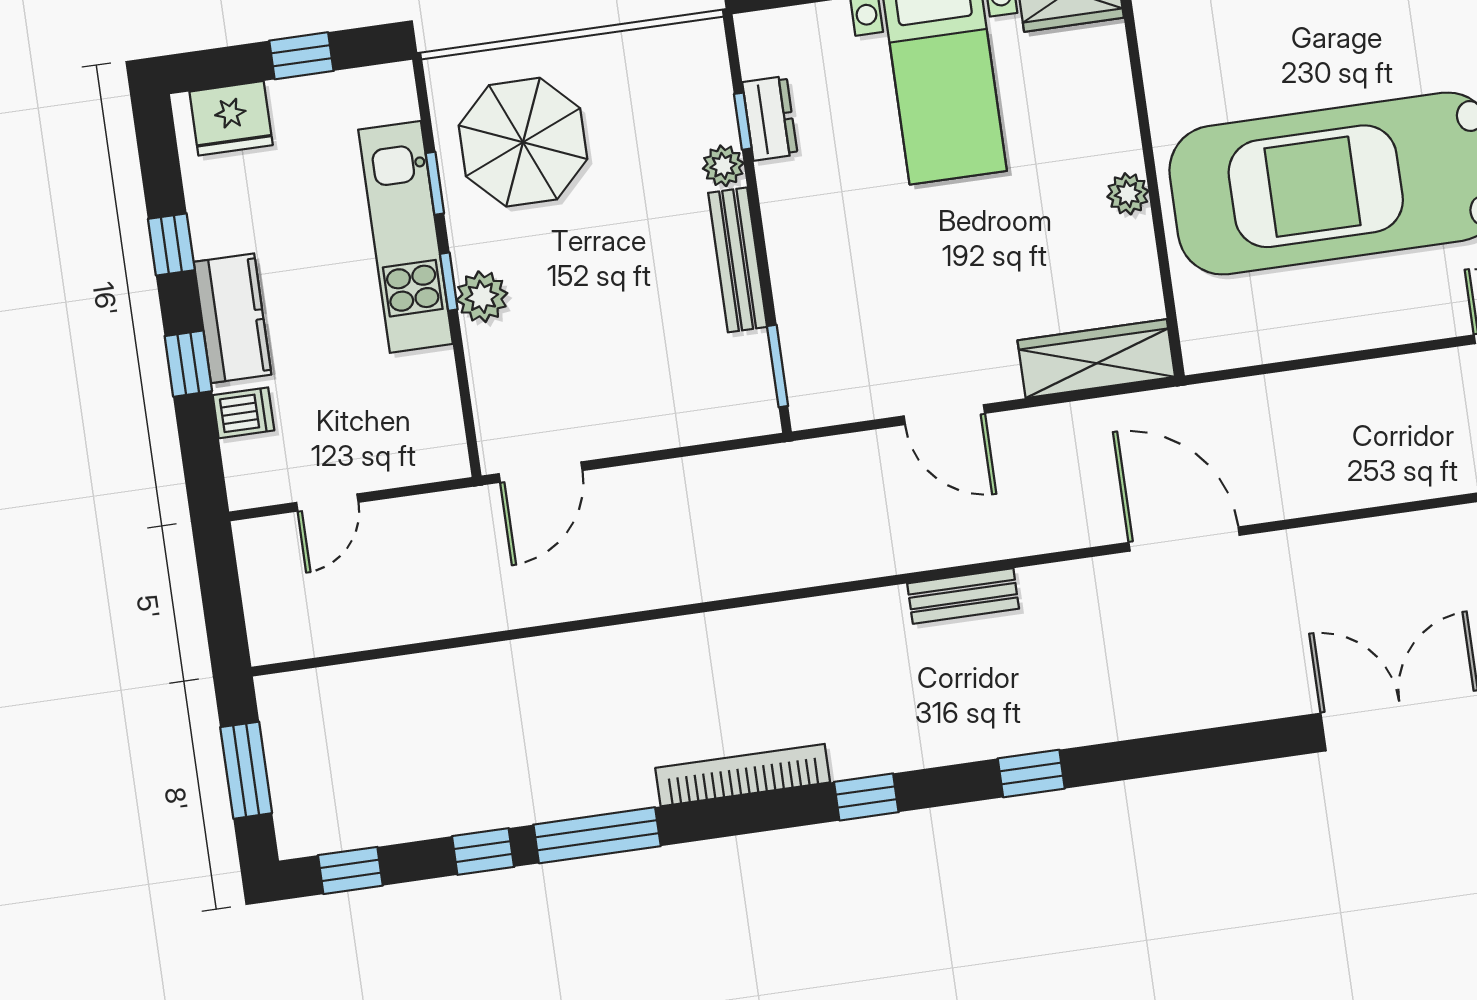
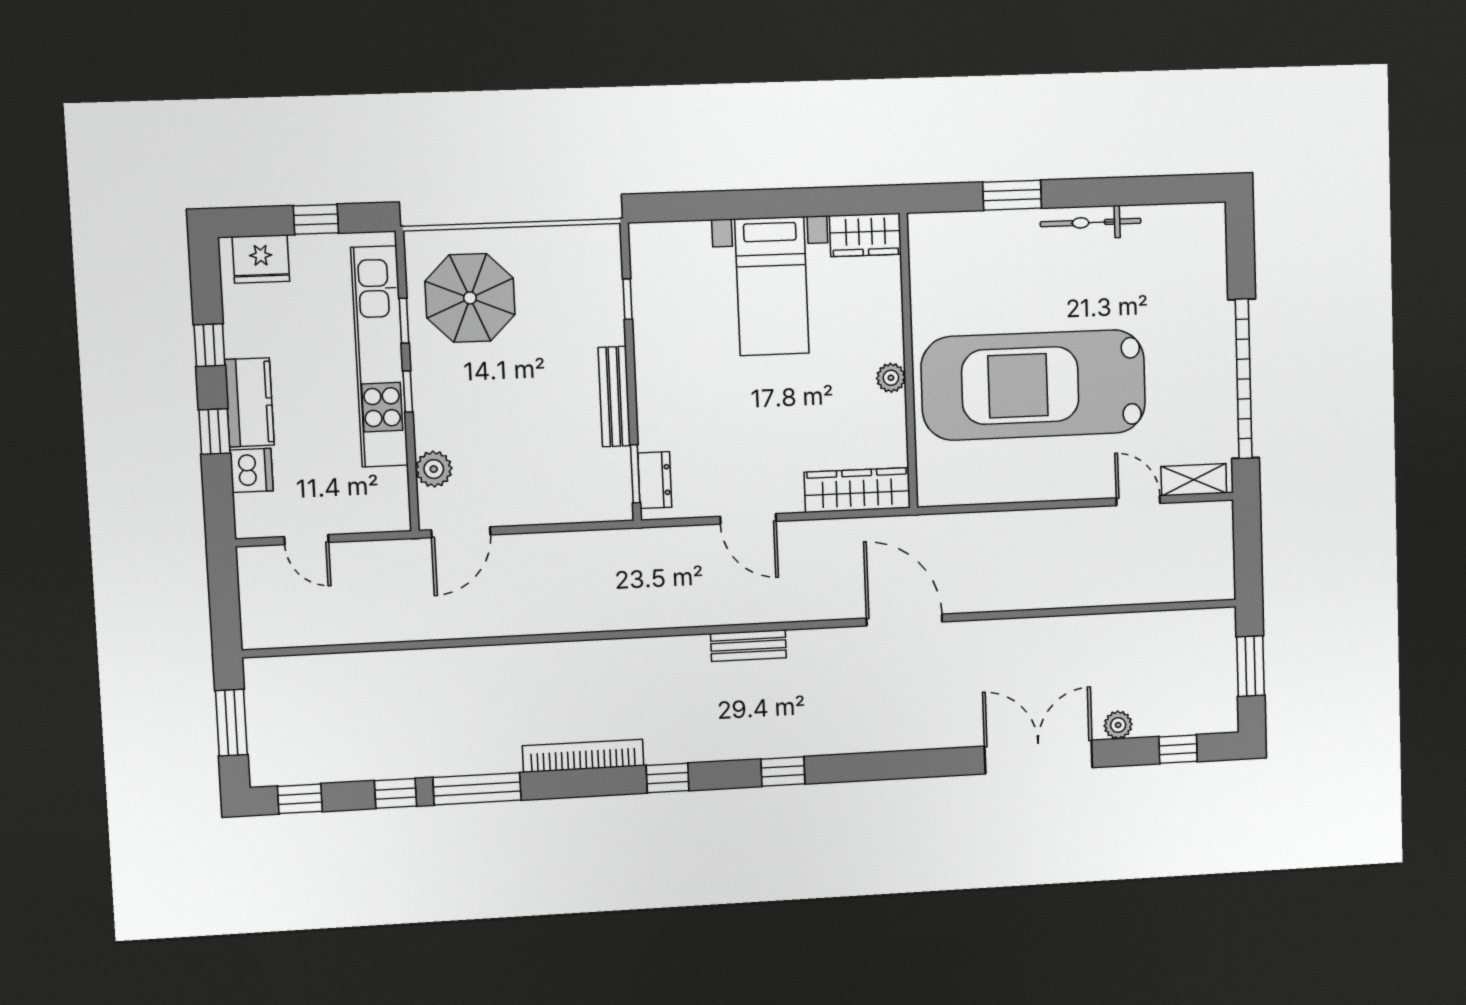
dresser: (770, 118) -> (655, 480), moved
plant: (723, 166) -> (611, 329), removed
kitchen unit: (405, 237) -> (379, 357), width x1.36
plant: (482, 297) -> (434, 469), moved
dishwasher: (243, 413) -> (251, 470), width x1.38
door: (327, 502) -> (306, 540), hinge flipped

